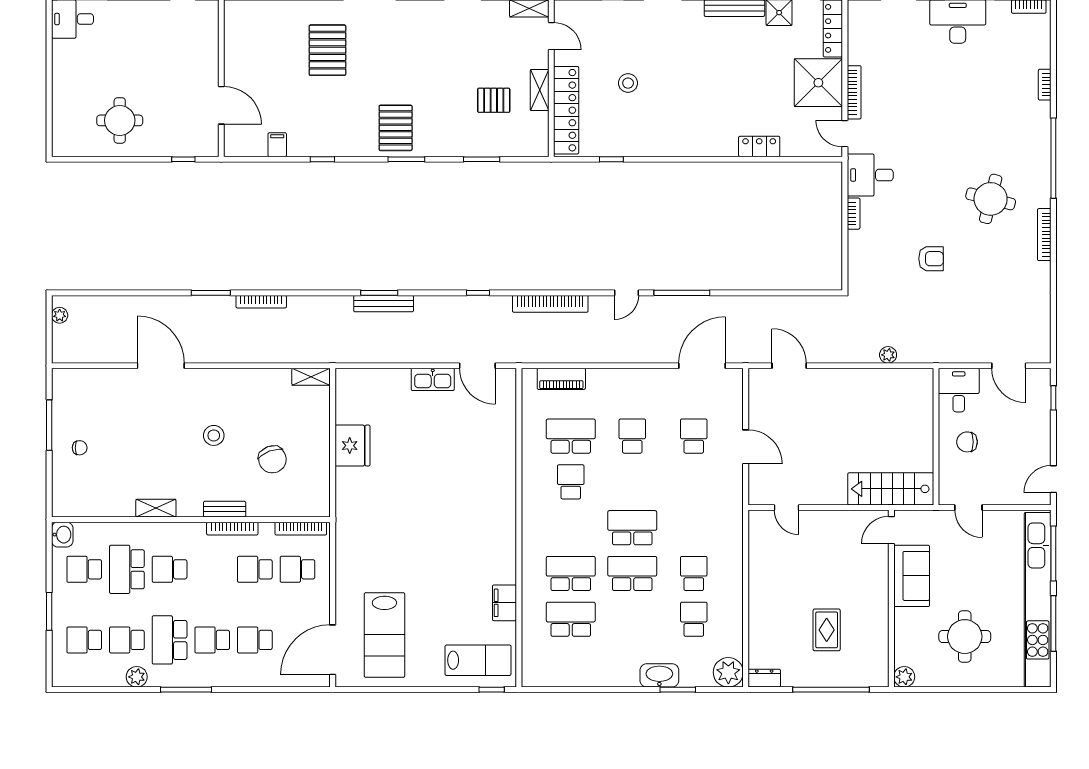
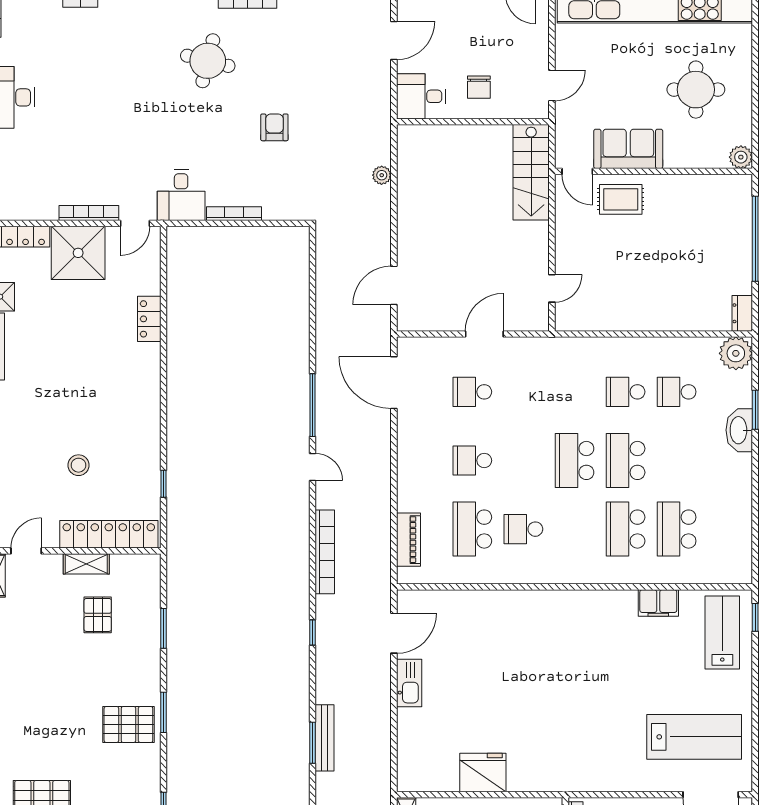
bookcase: (854, 214) -> (234, 214), width x1.56
rug: (827, 630) -> (621, 199), moved

